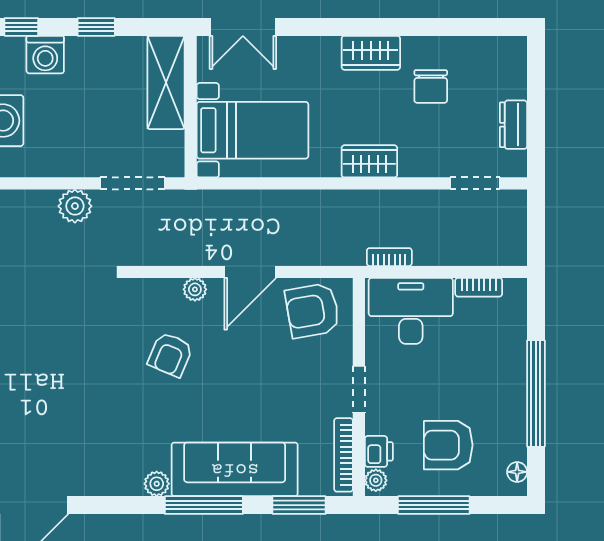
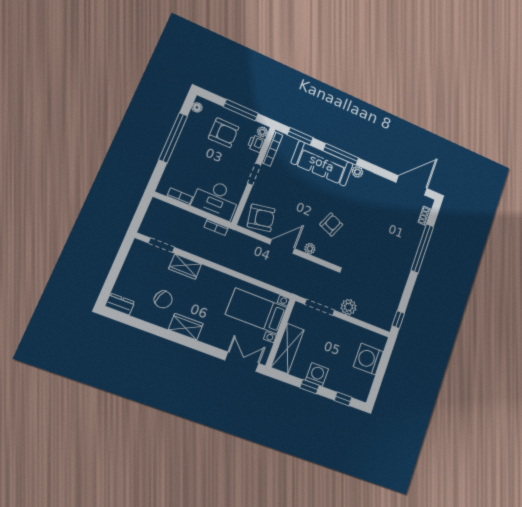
washing machine: (45, 55) -> (317, 374), moved
chair: (431, 86) -> (163, 299), turned 112
dresser: (513, 125) -> (120, 304), moved, turned -90
wardrobe: (369, 161) -> (185, 267), moved

